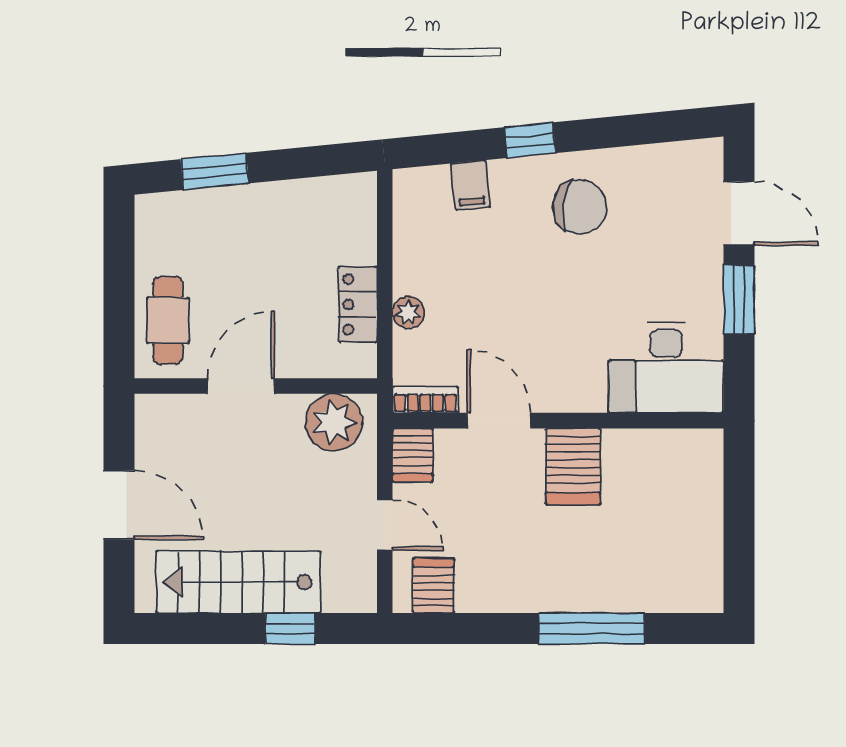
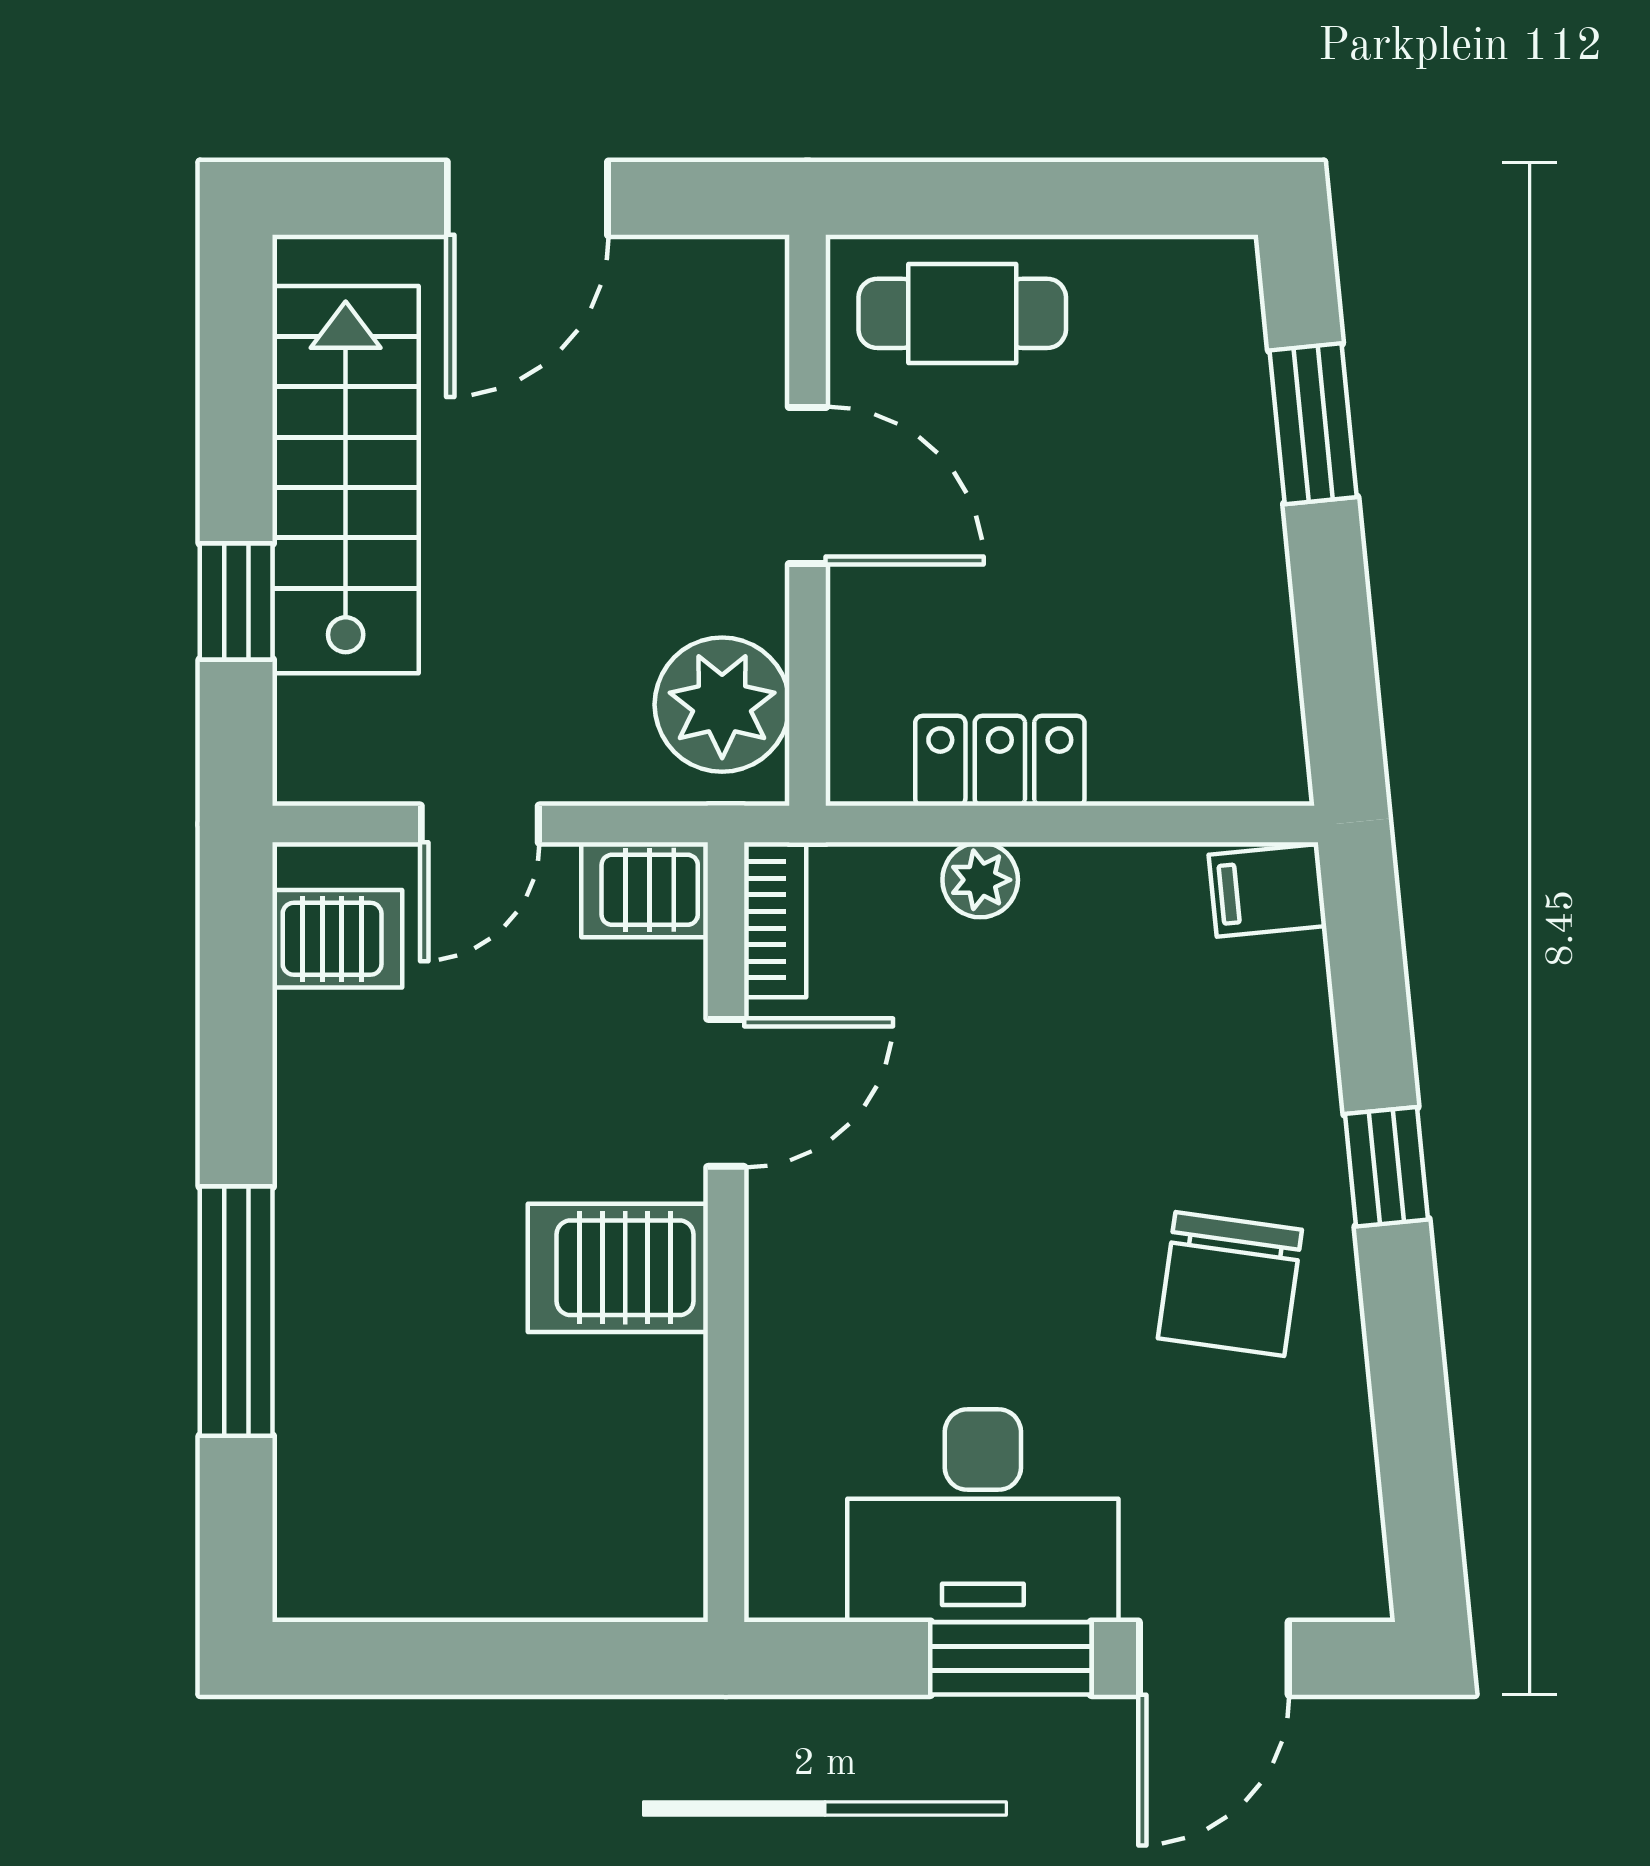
filing cabinet: (470, 185) -> (1267, 890), moved
desk: (666, 368) -> (983, 1516), moved, turned -90

